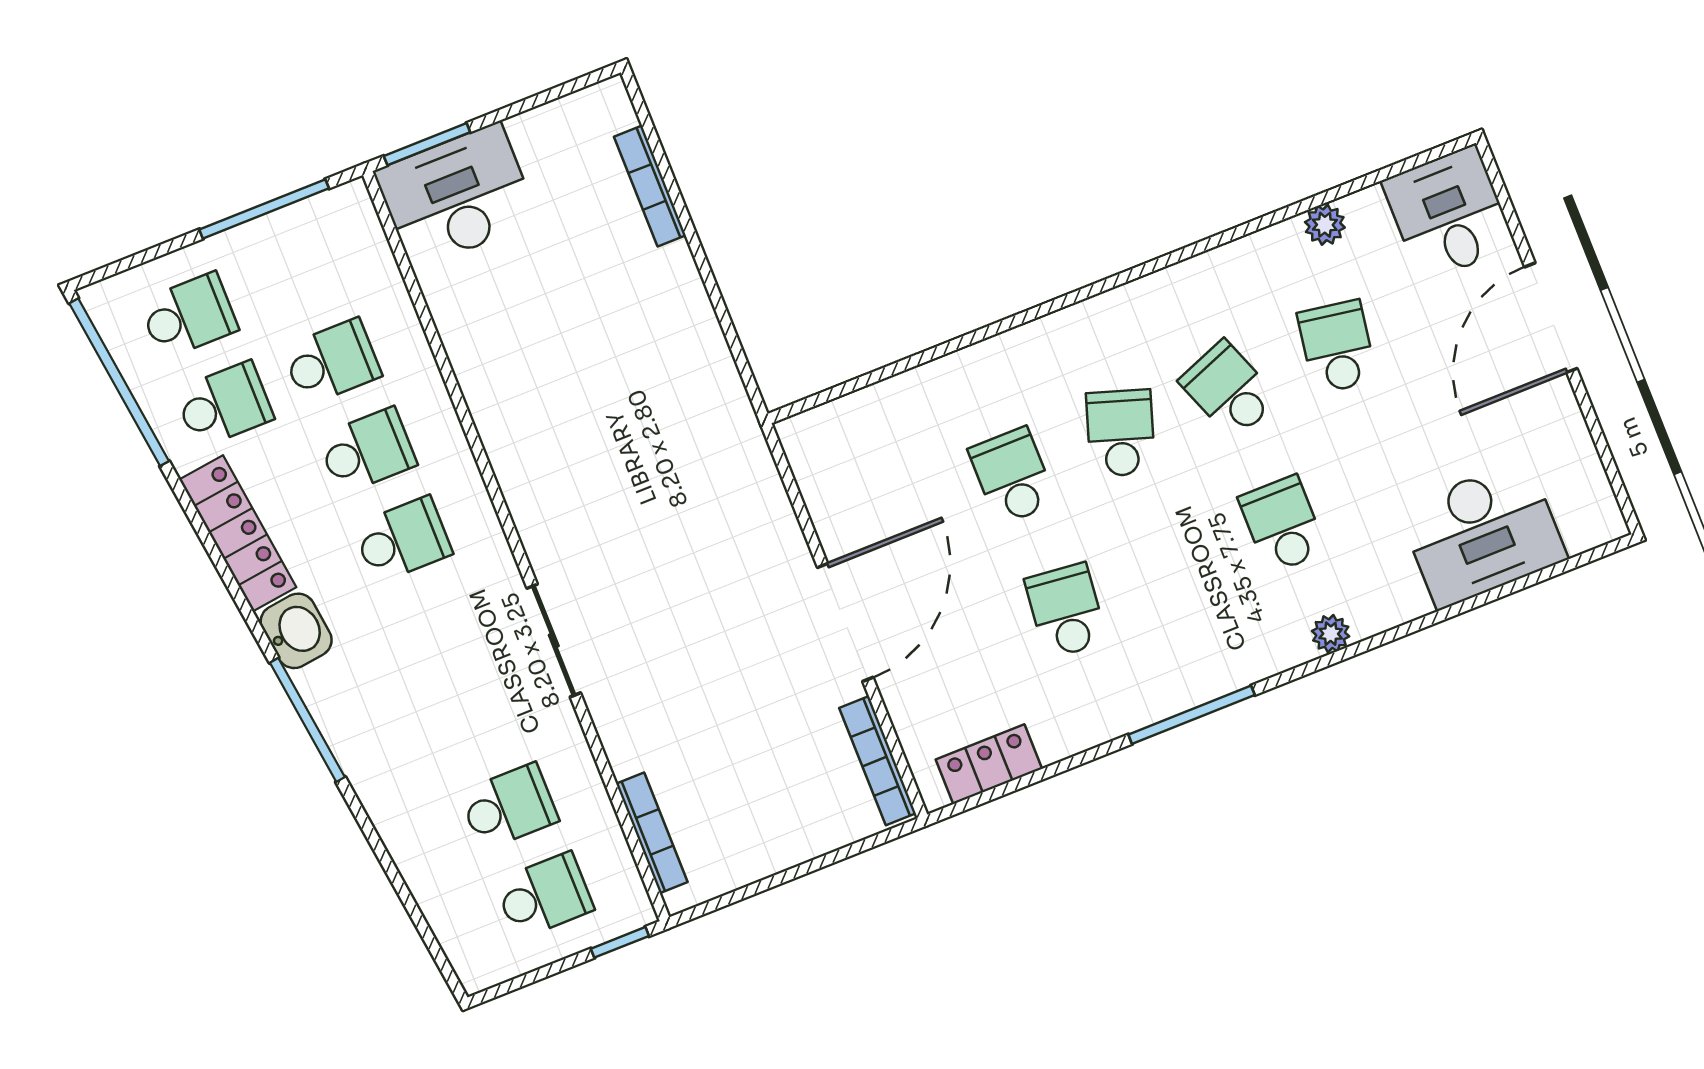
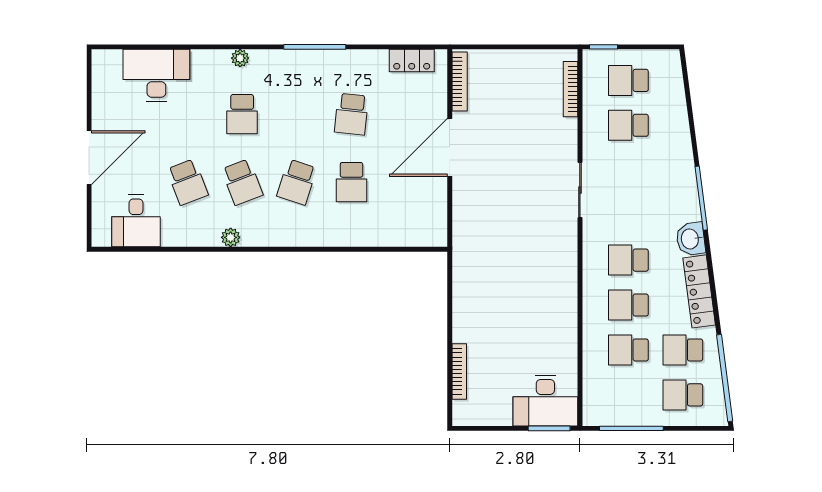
desk: (1449, 214) -> (136, 221), moved
plant: (1325, 225) -> (231, 237), moved
school desk: (1337, 347) -> (187, 182), turned -30

